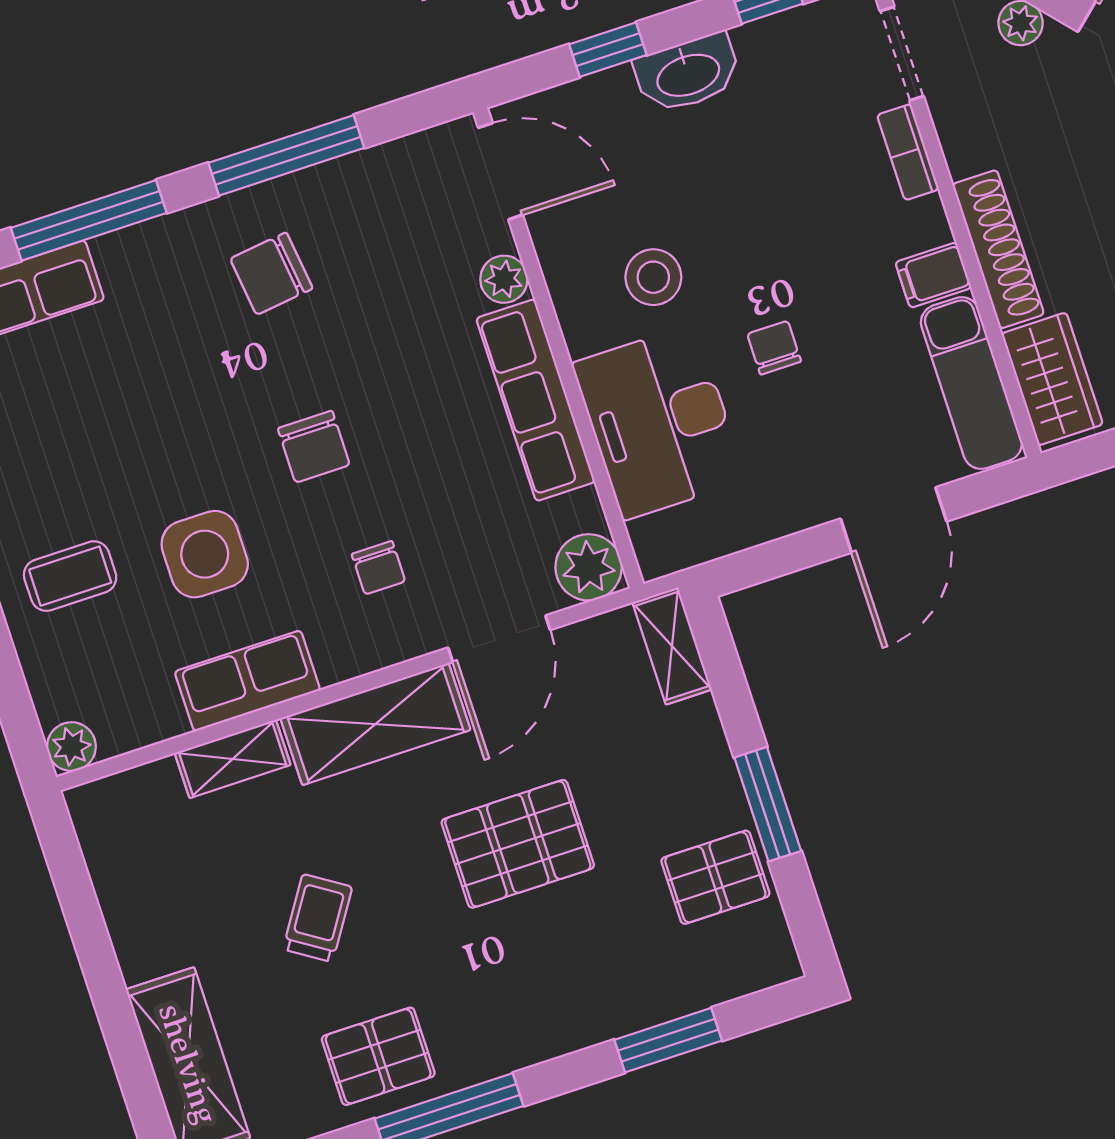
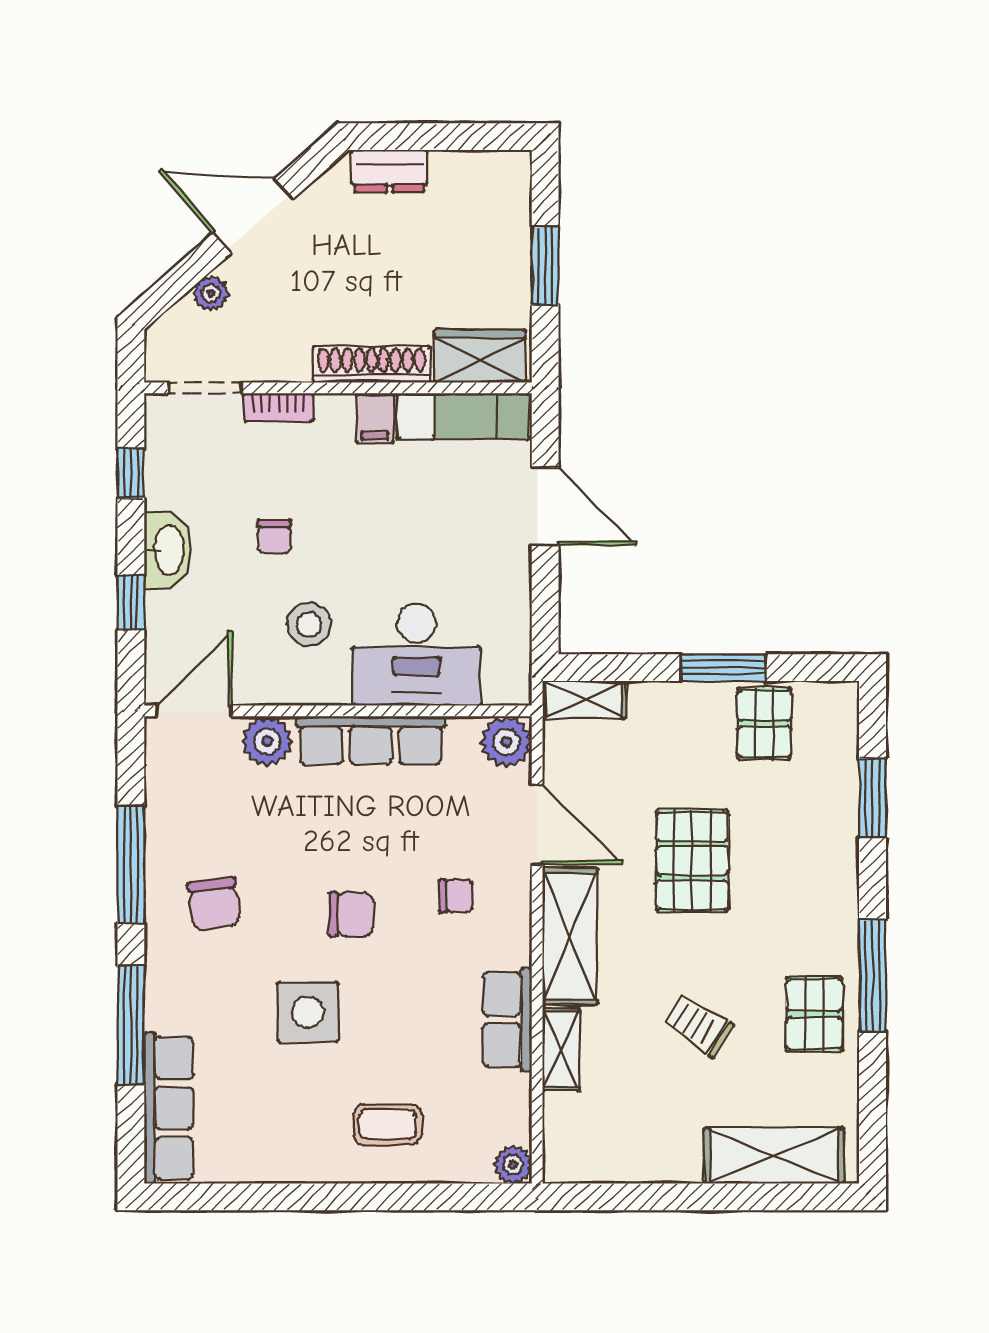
plant: (504, 279) -> (267, 741), width x1.38, depth x1.38
chair: (774, 348) -> (274, 537), moved, turned -90
side table: (205, 554) -> (308, 1012), moved
coffee table: (70, 576) -> (387, 1125), turned 90

